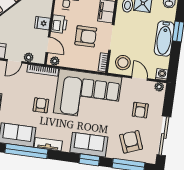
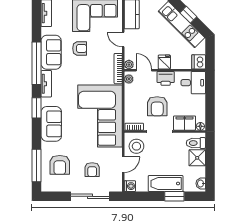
door: (48, 45) -> (144, 70), swing flipped
plant: (29, 57) -> (129, 65), moved
plant: (159, 87) -> (118, 185), removed
armchair: (41, 105) -> (80, 48), moved
armchair: (140, 110) -> (92, 170), turned -90
sliding door: (164, 136) -> (90, 196), moved
armchair: (131, 142) -> (60, 165), turned 111
window: (89, 160) -> (37, 108), moved

